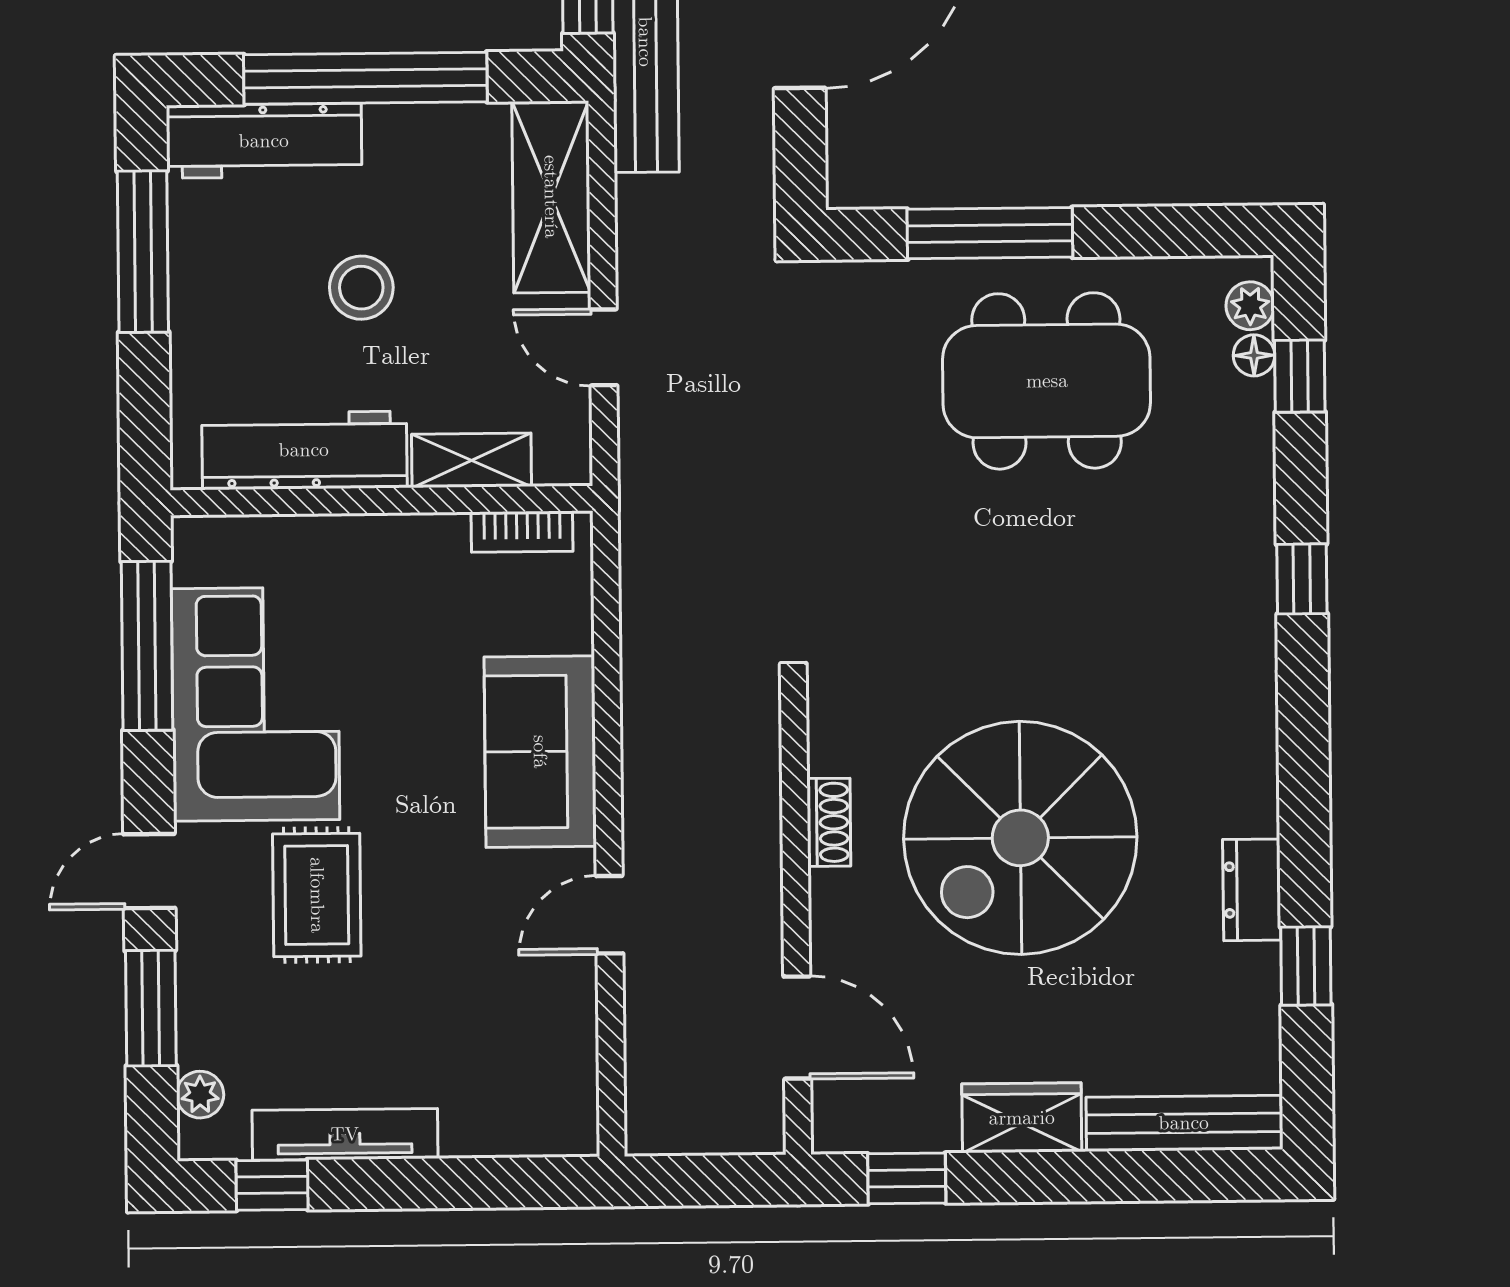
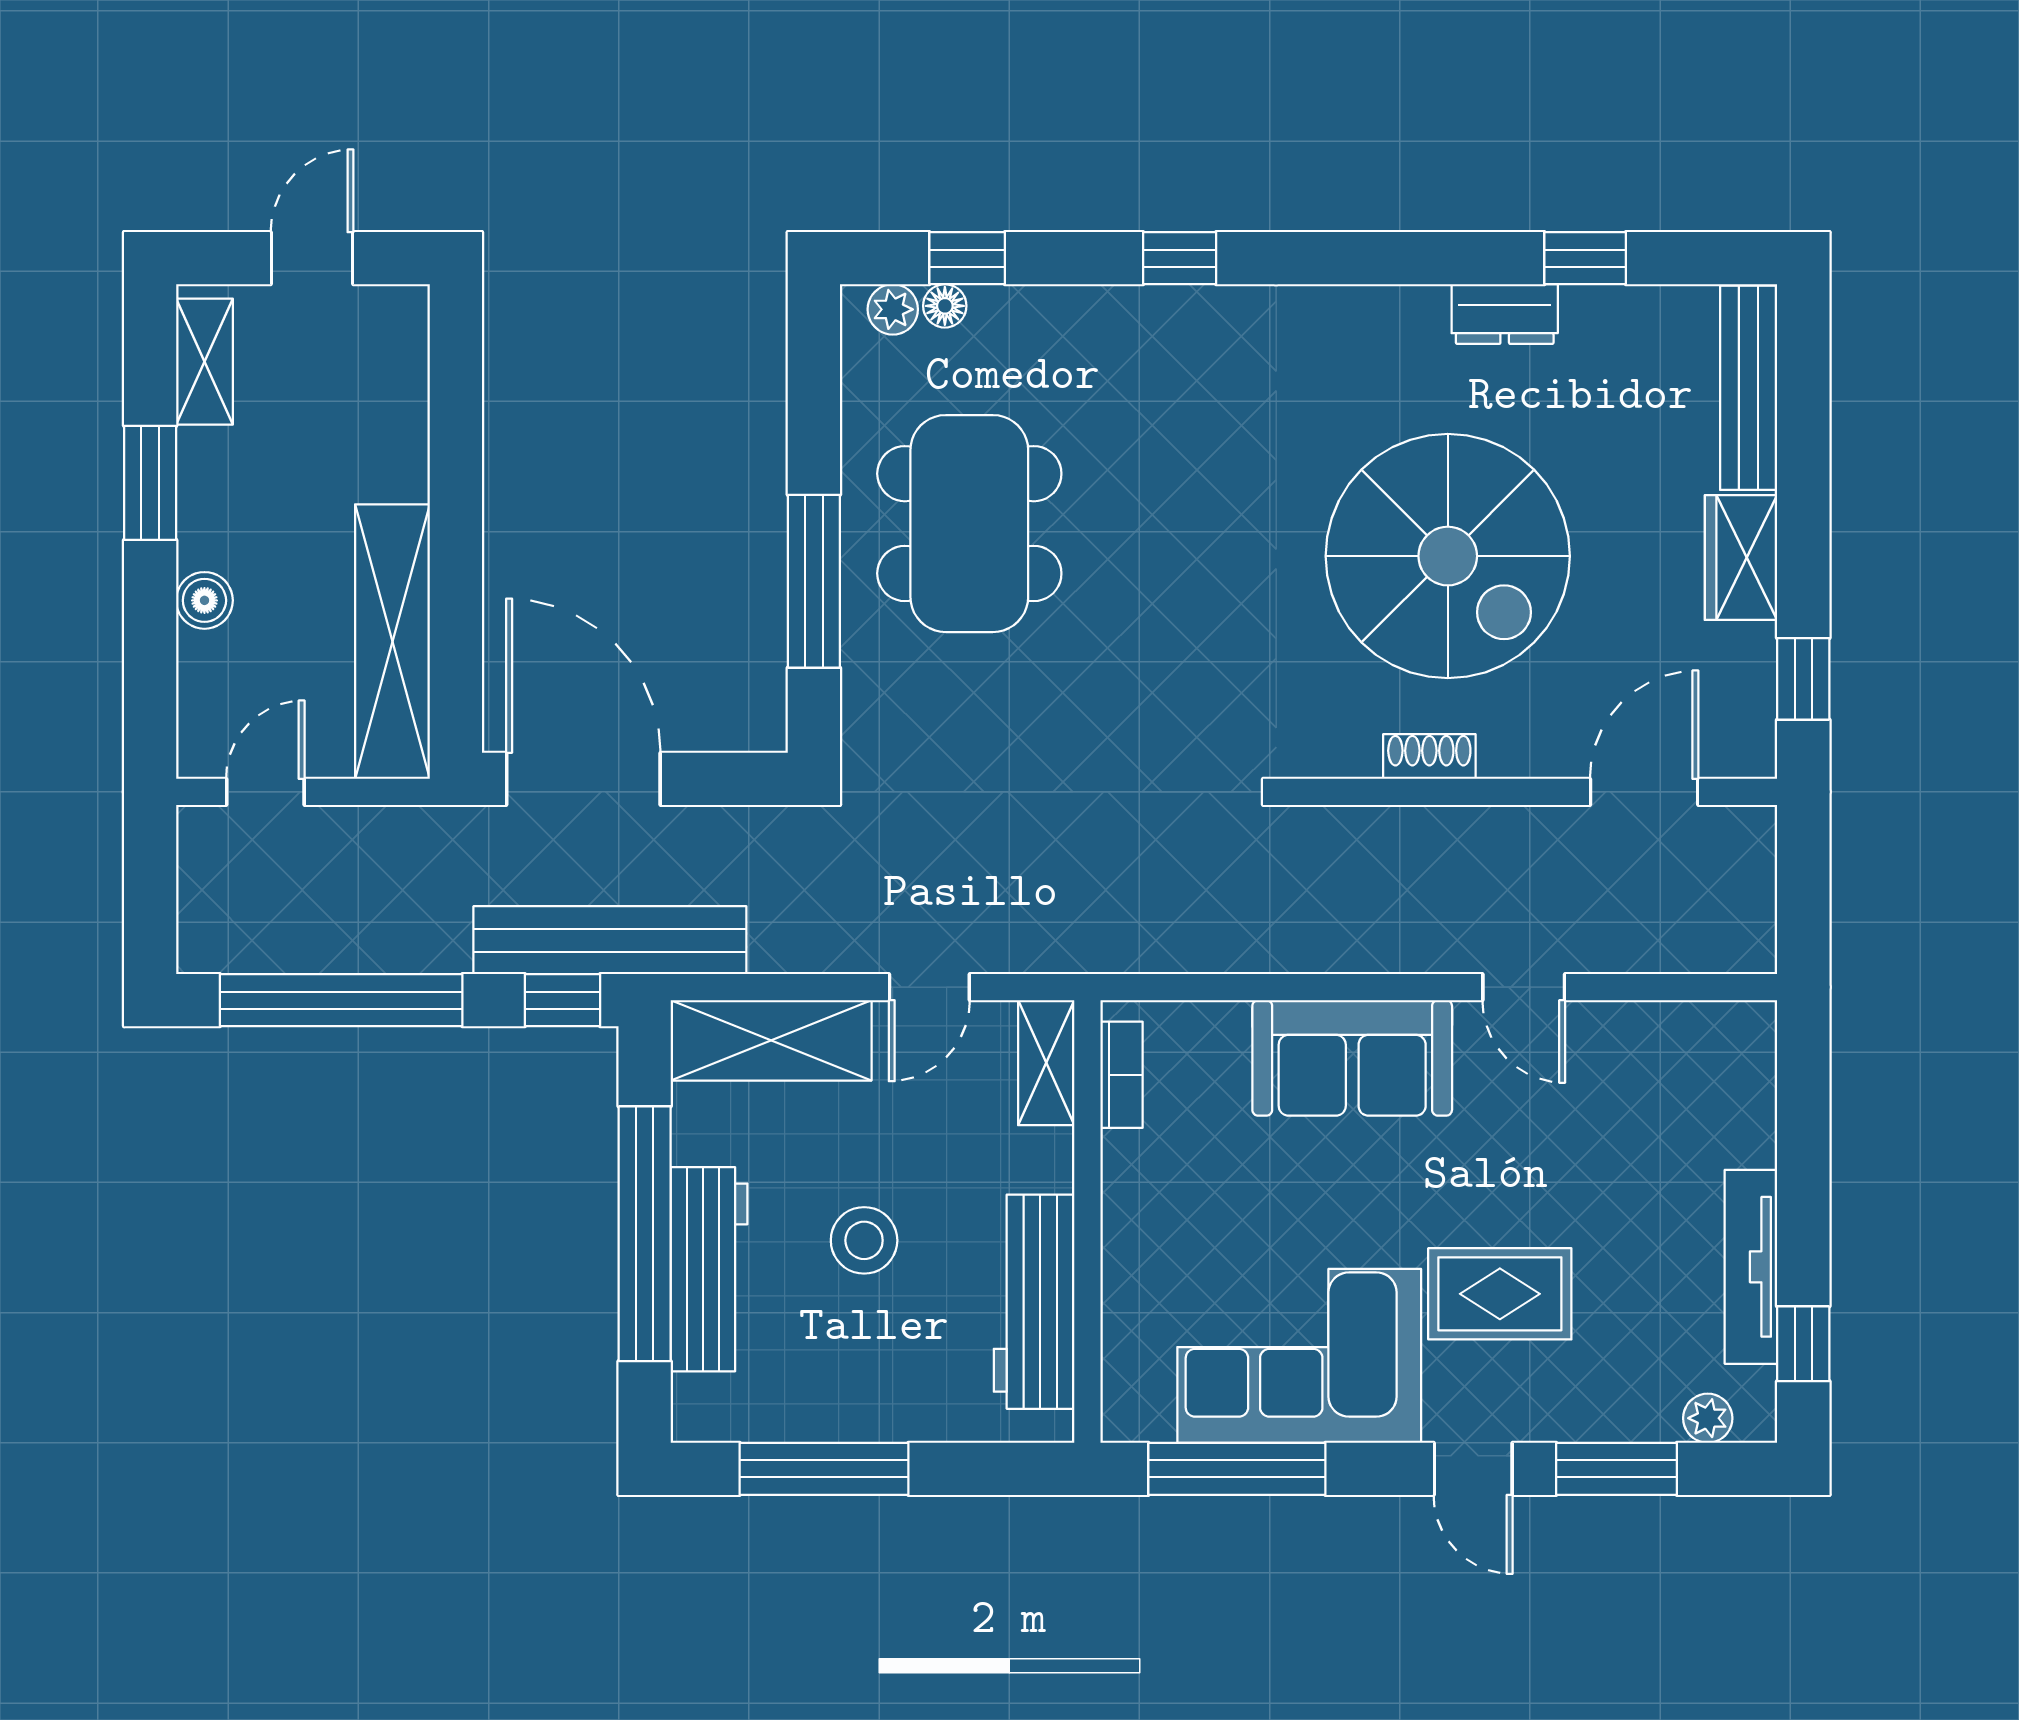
workbench: (264, 141) -> (709, 1269), moved
shelving: (471, 460) -> (1046, 1063), moved

